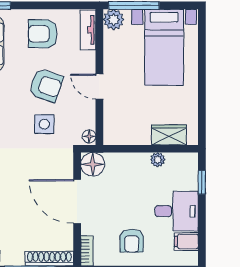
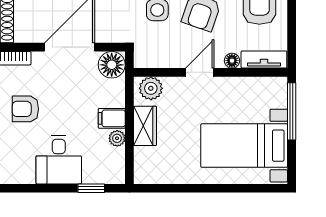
plant: (114, 20) -> (151, 88), moved
wardrobe: (169, 135) -> (145, 126), moved
floor lamp: (89, 136) -> (232, 61), moved
filing cabinet: (186, 241) -> (112, 118), moved, turned -90

